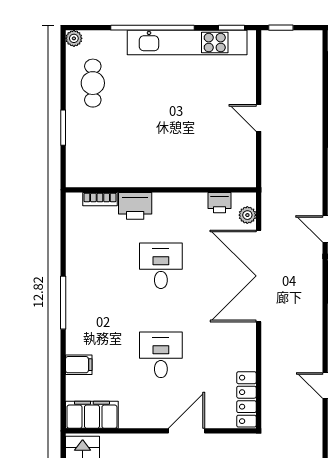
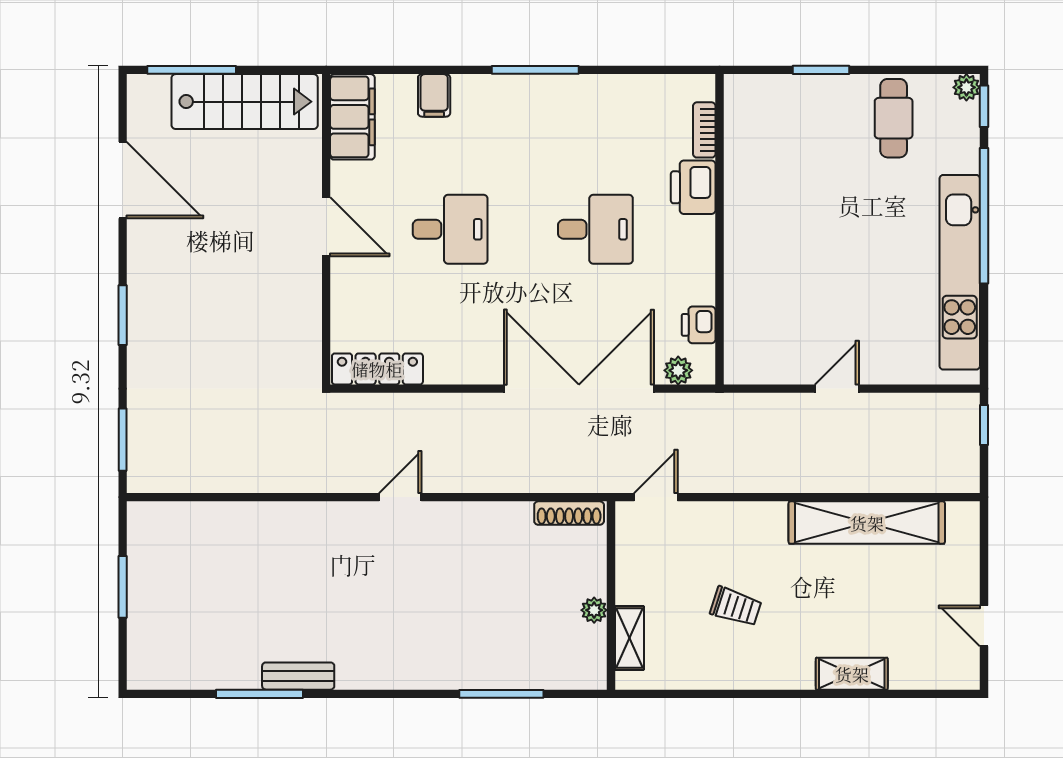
window: (231, 28) -> (984, 106), moved
cafe table: (93, 83) -> (894, 118), turned 90
door: (187, 431) -> (326, 227), moved

